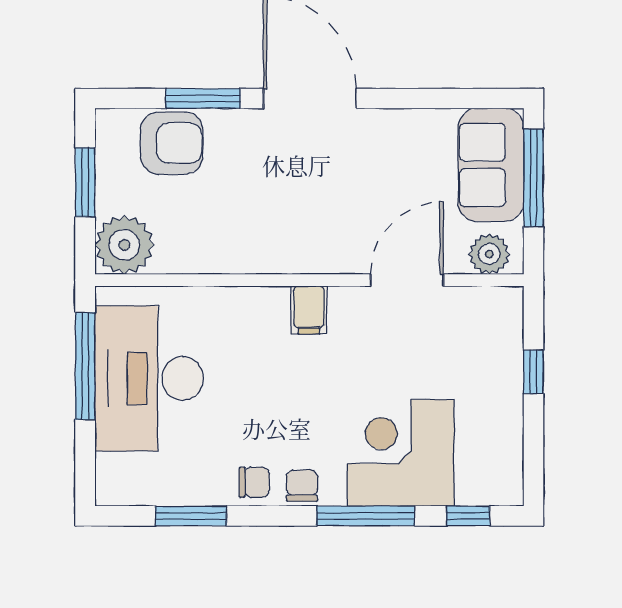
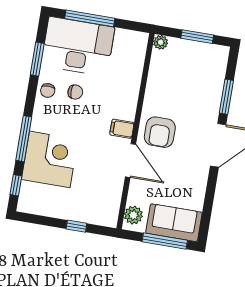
armchair: (172, 143) -> (160, 132), moved
plant: (124, 245) -> (161, 42), width x0.53, depth x0.53
door: (407, 280) -> (130, 161), moved
window: (85, 366) -> (90, 18), moved
desk: (149, 378) -> (78, 46), moved
chair: (302, 486) -> (75, 92), moved

